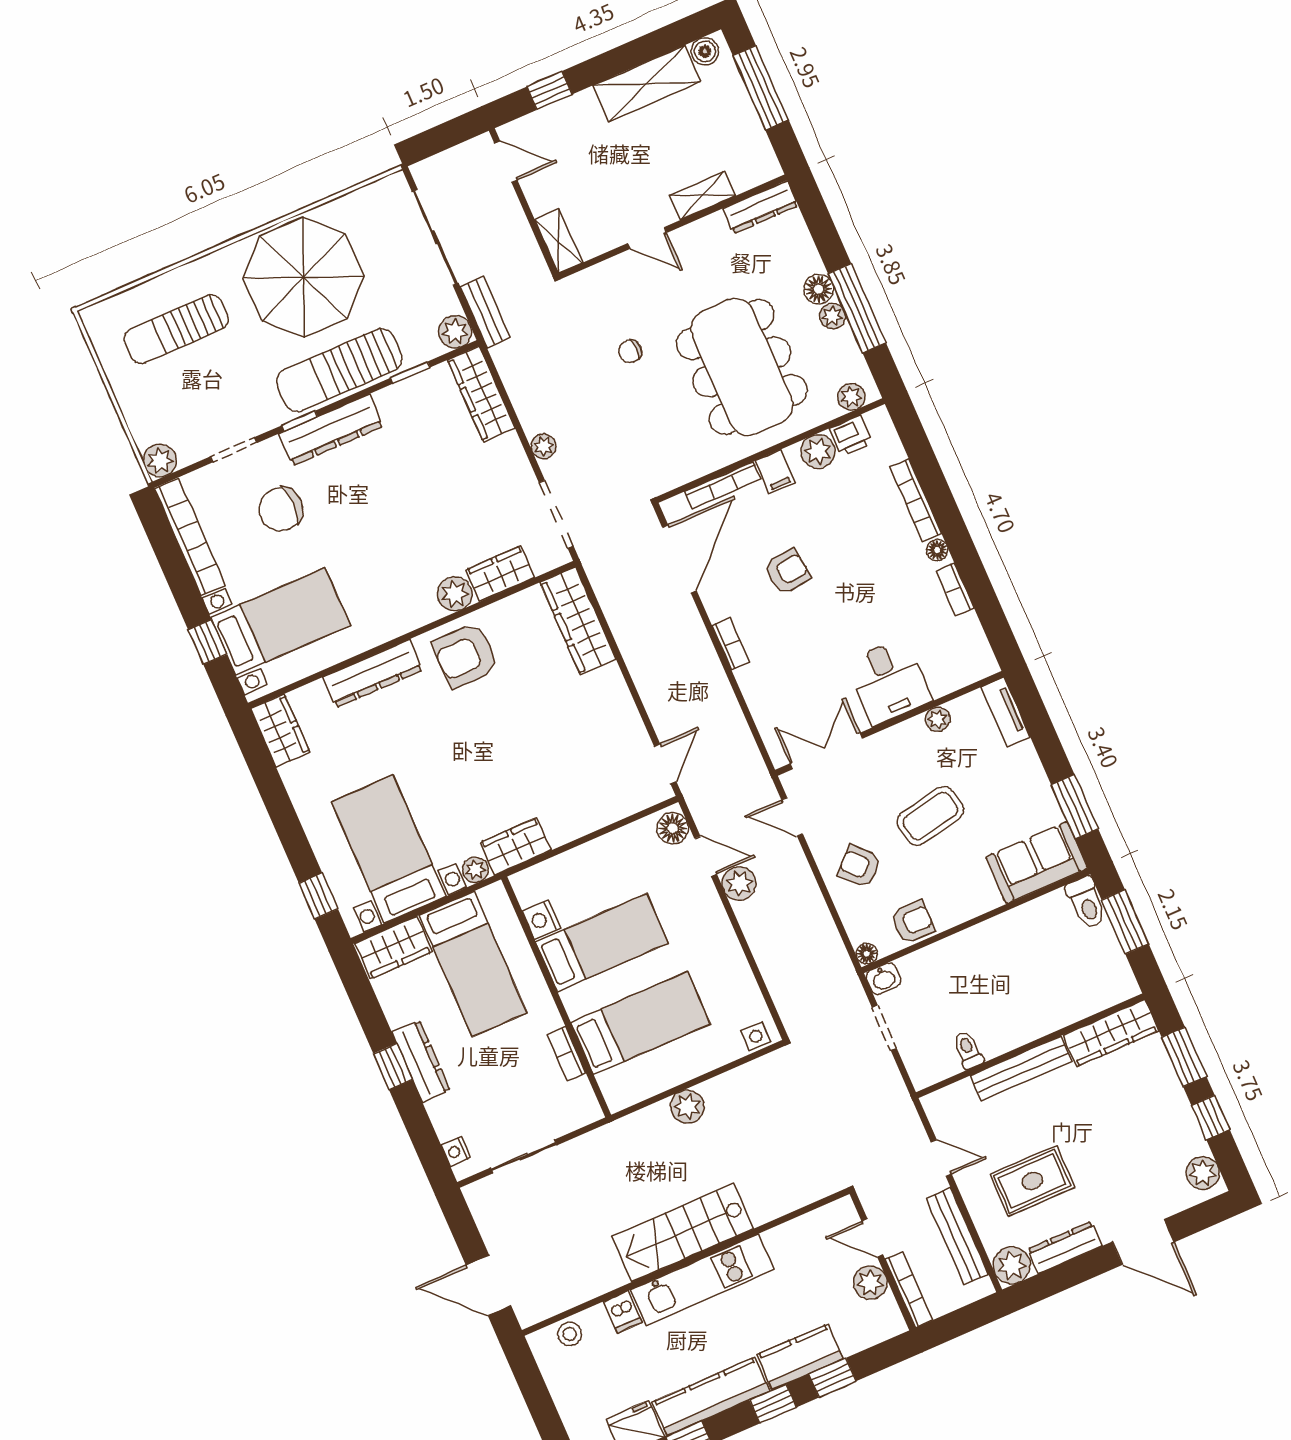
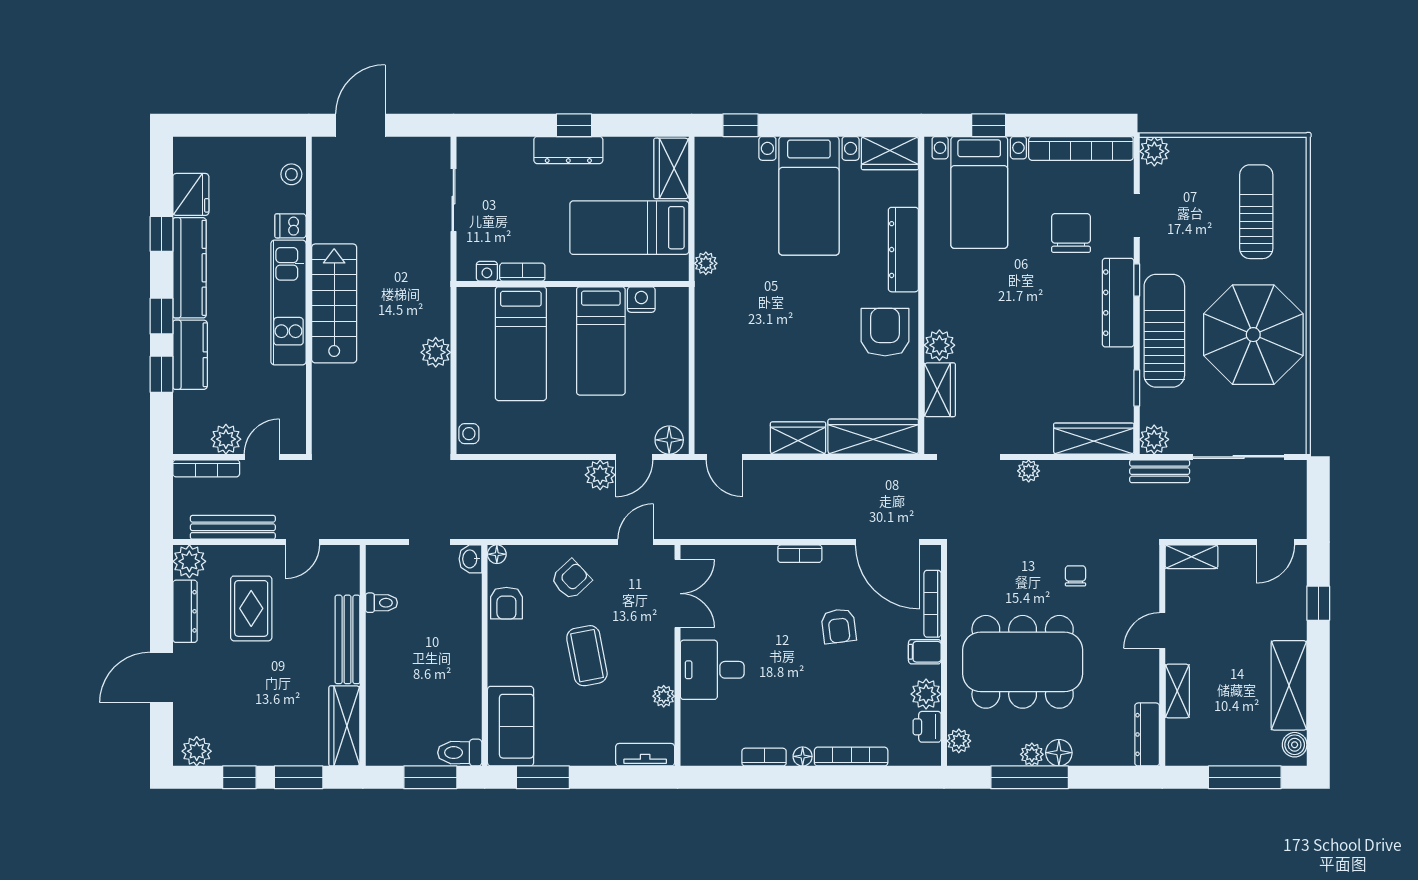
wardrobe: (516, 846) -> (798, 438), moved, turned -90
bed with nightstands: (389, 849) -> (809, 196), moved, turned 90
nightstand: (456, 1151) -> (487, 271), moved, turned 180

